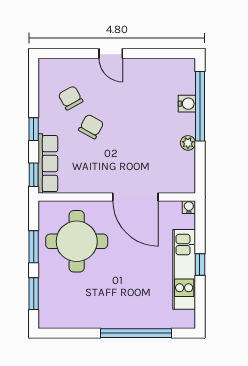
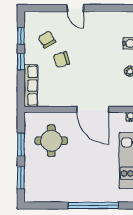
chair: (91, 127) -> (62, 60), turned -136
window: (34, 175) -> (21, 36), moved
round table: (77, 241) -> (51, 141), width x0.73, depth x0.73

